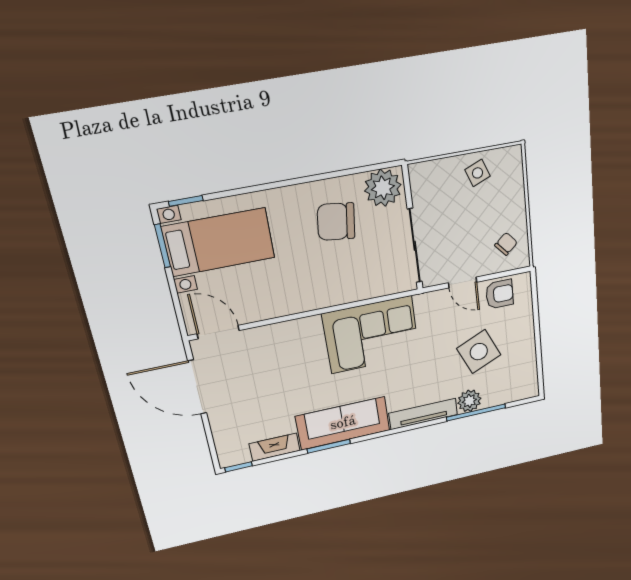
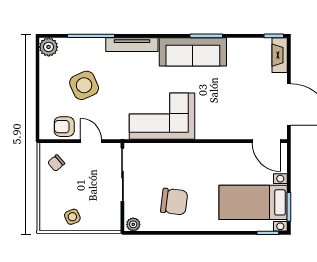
plant: (383, 188) -> (133, 224), width x0.53, depth x0.53
plant: (469, 401) -> (49, 47), moved
fireplace: (275, 447) -> (280, 55), moved, turned 90

